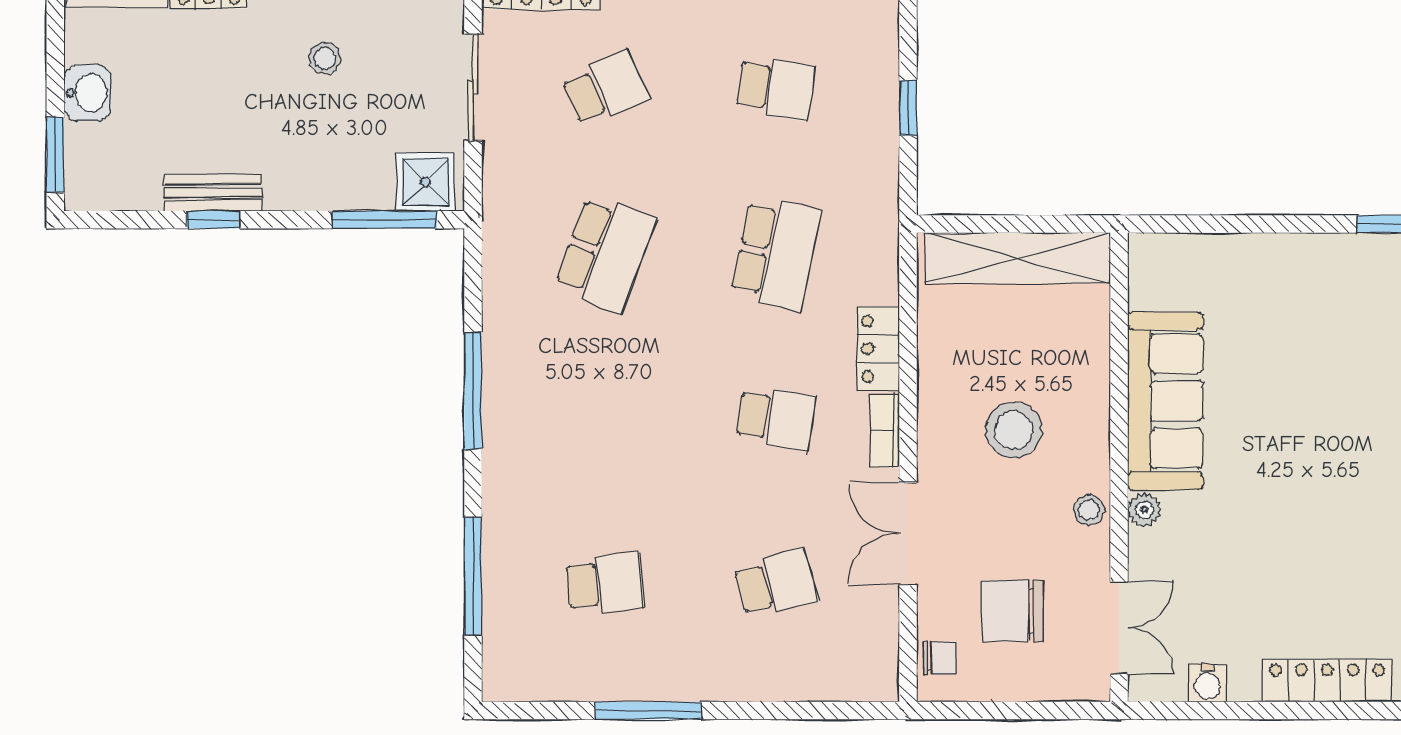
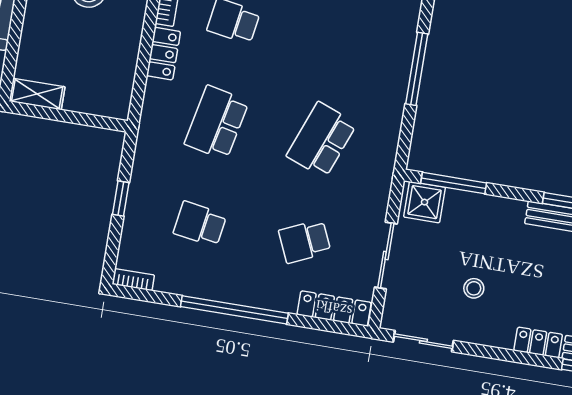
shelving: (1017, 258) -> (37, 94), width x0.45, depth x0.75

